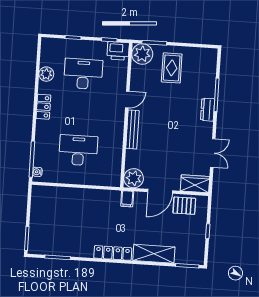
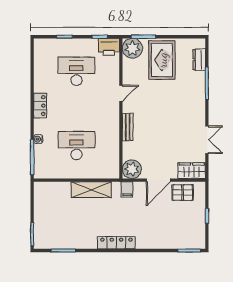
rug: (172, 68) -> (162, 60), width x1.36, depth x1.43
plant: (46, 74) -> (41, 74), removed
dresser: (208, 110) -> (199, 60), moved
bench: (132, 129) -> (128, 127), width x0.73
water cooler: (37, 172) -> (38, 139), moved
shelving: (154, 254) -> (91, 190), moved

